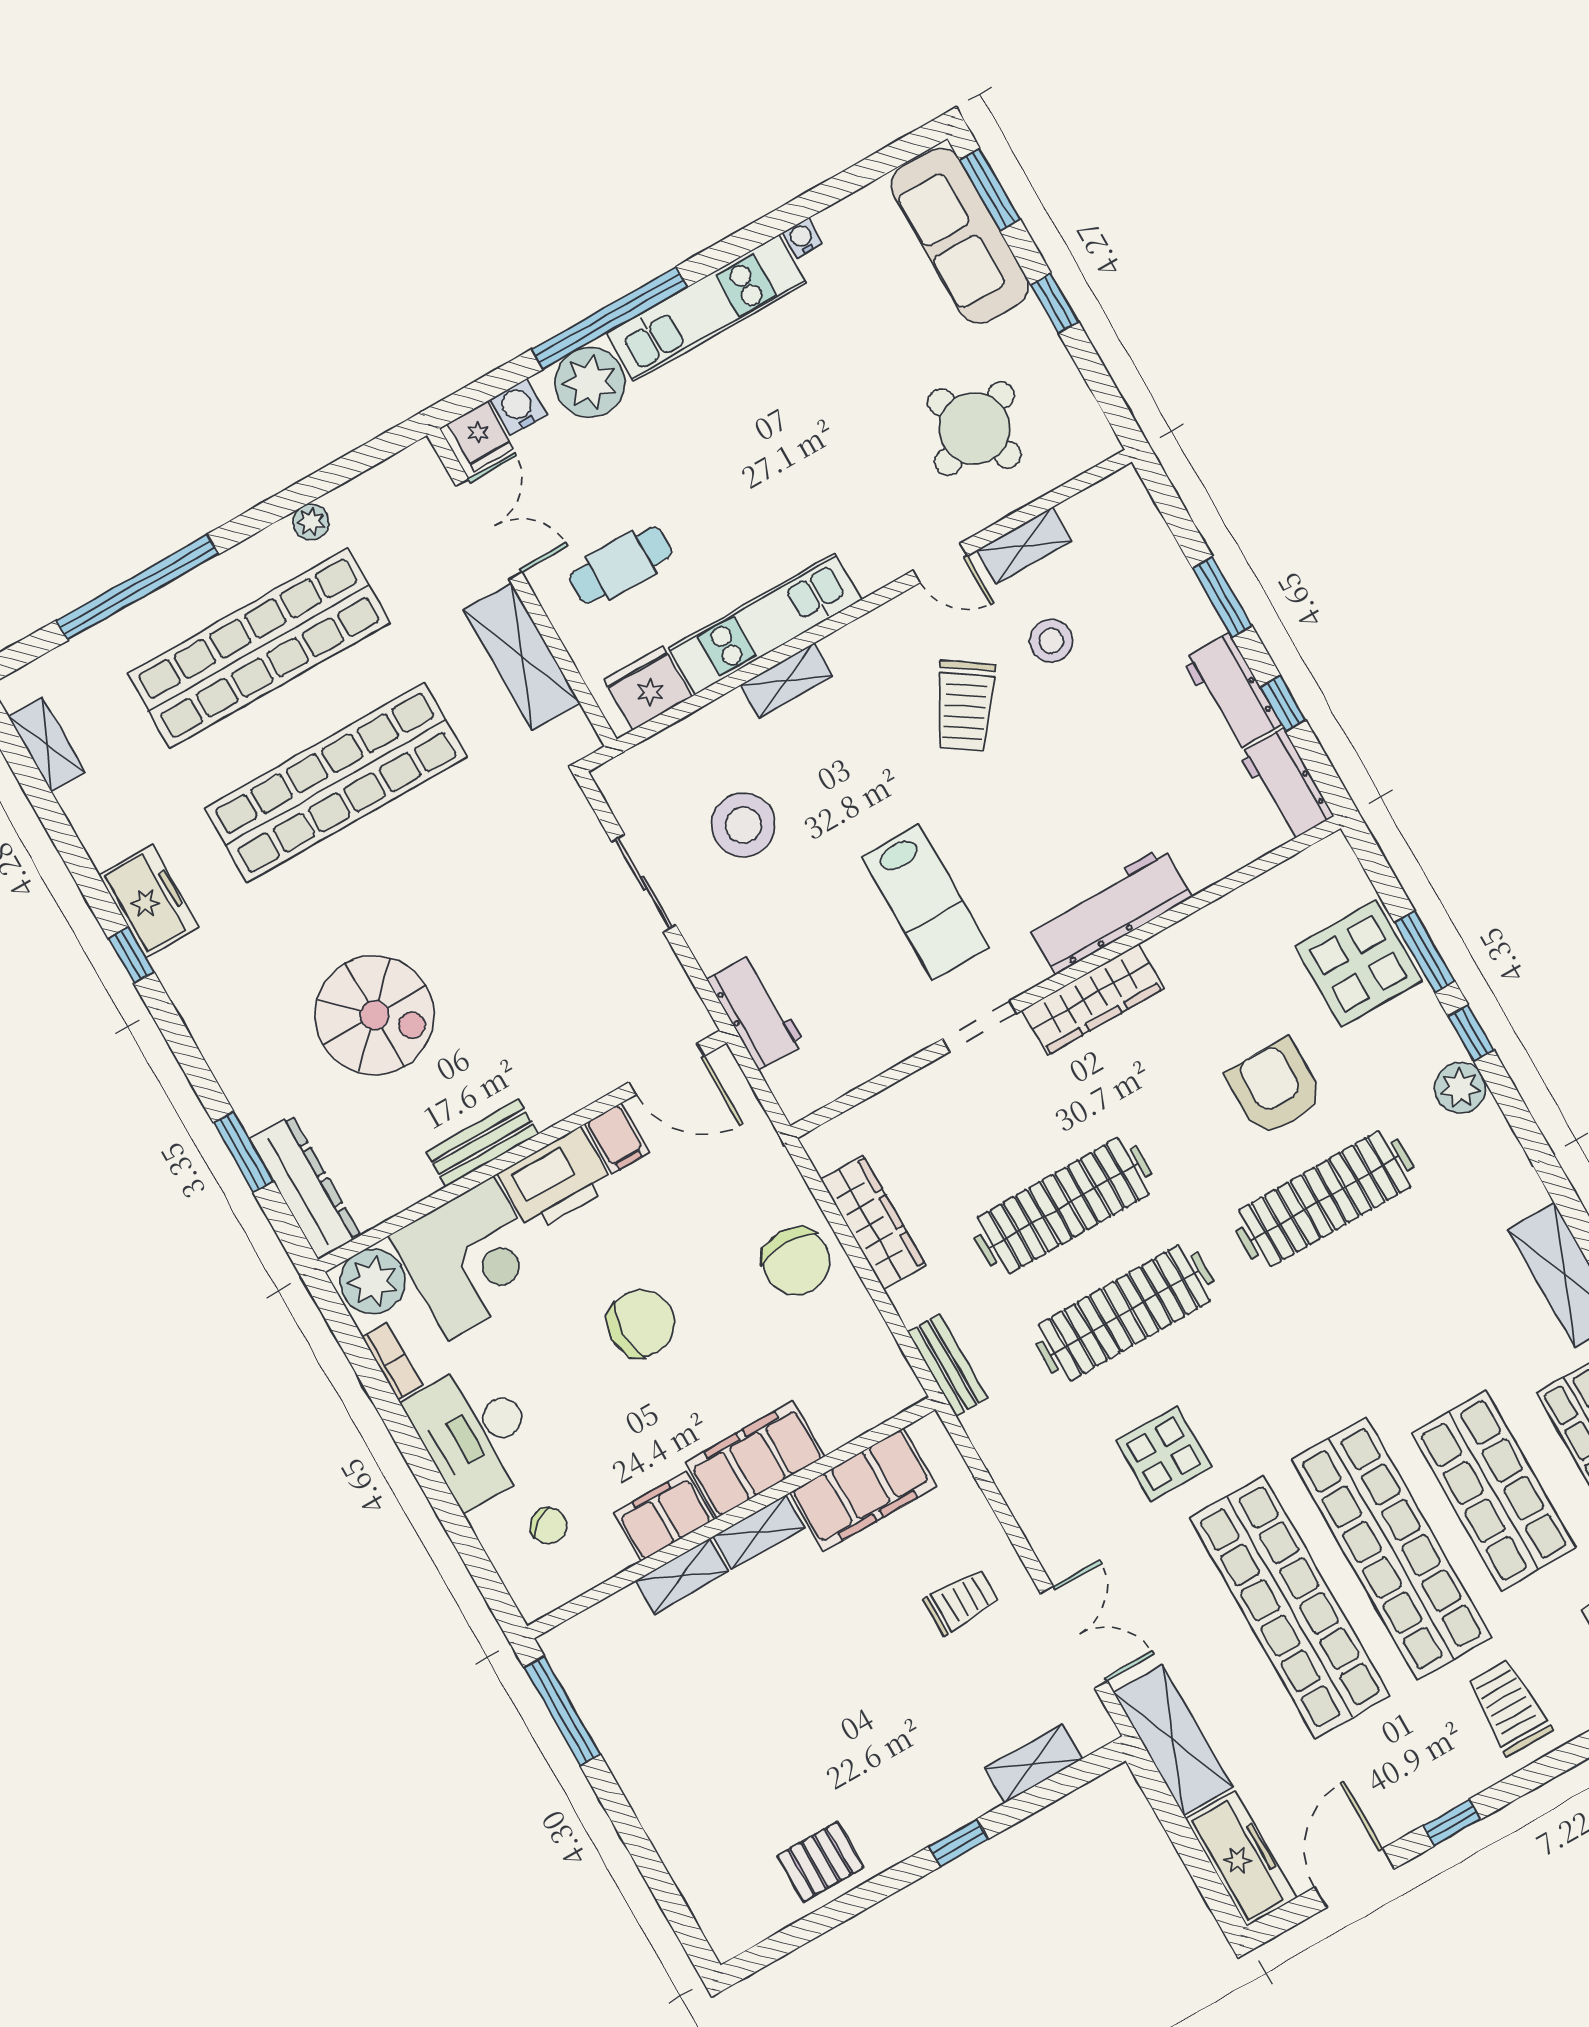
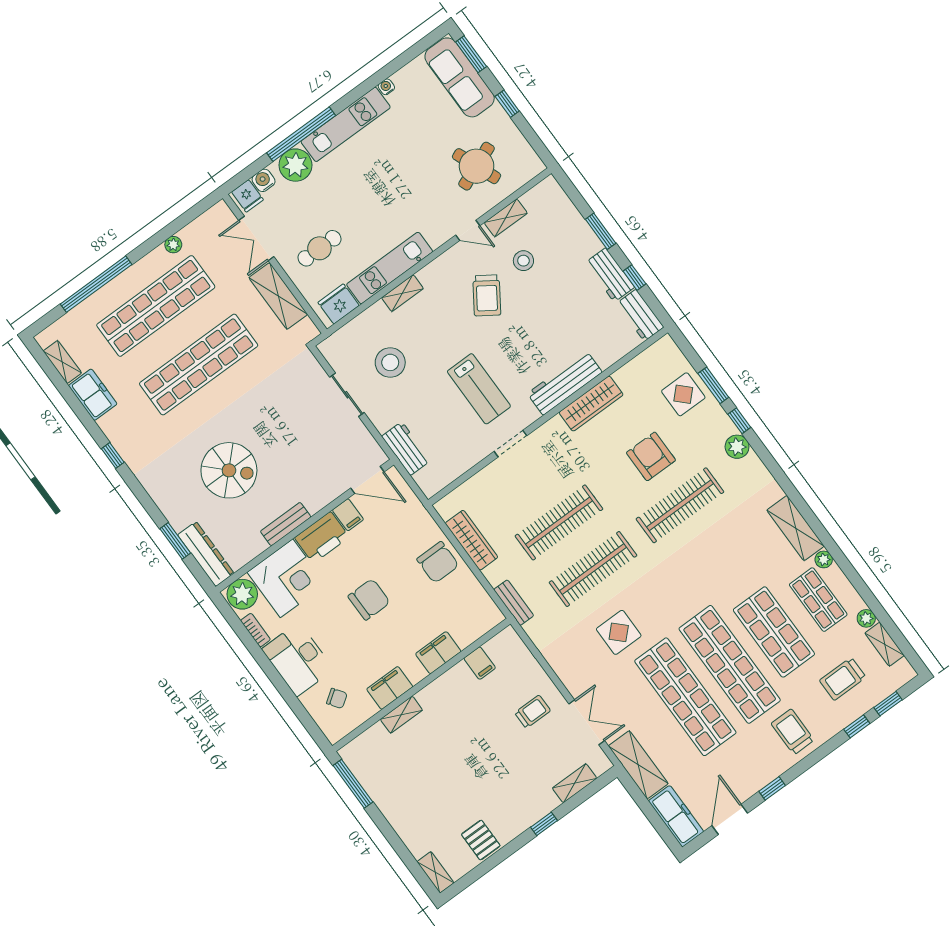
double door: (489, 529) -> (256, 239), swing flipped
freezer: (149, 901) -> (93, 395), moved
display table: (1359, 963) -> (683, 394), width x0.73, depth x0.73
wardrobe: (1093, 999) -> (591, 404), moved
filing cabinet: (755, 1459) -> (438, 653), width x0.67, depth x0.86
filing cabinet: (863, 1490) -> (480, 663), width x0.33, depth x0.86
shelving: (759, 1532) -> (435, 872), moved, turned 90
pallet: (820, 1862) -> (481, 840), turned 90

